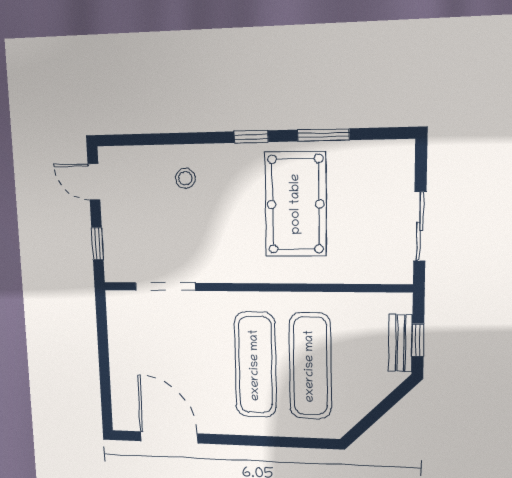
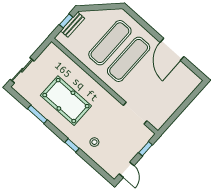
window: (251, 137) -> (72, 145), moved
pool table: (296, 204) -> (66, 101), turned 90
sliding door: (420, 226) -> (22, 70), moved
door: (169, 437) -> (172, 49), moved

